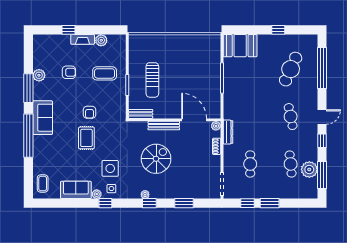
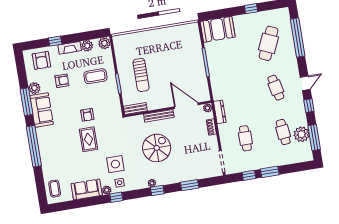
plant: (120, 41) -> (104, 43), added
armchair: (51, 48) -> (41, 60), added
sofa: (43, 118) -> (42, 110), moved

